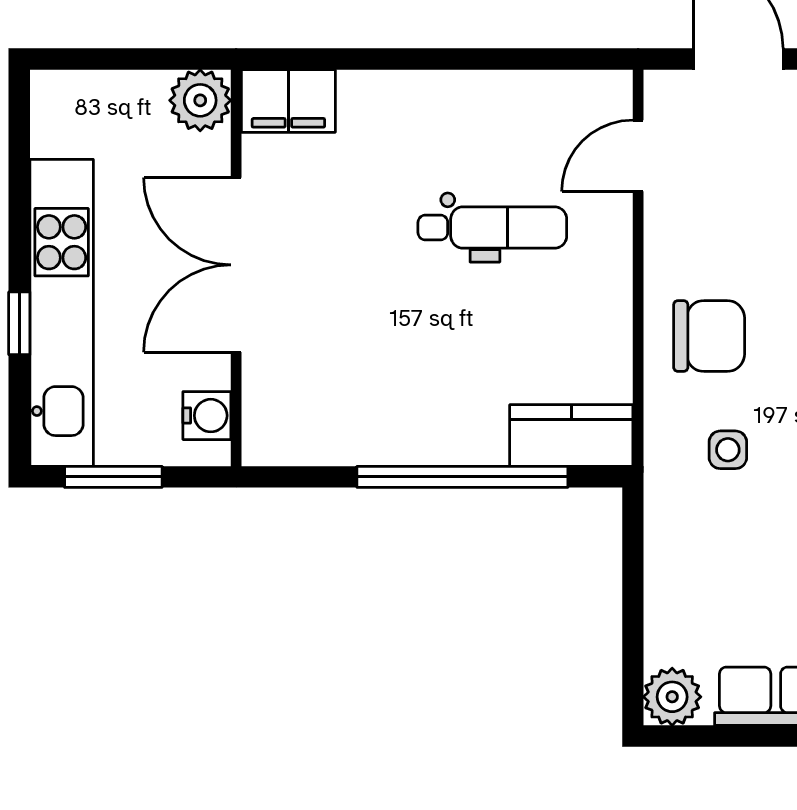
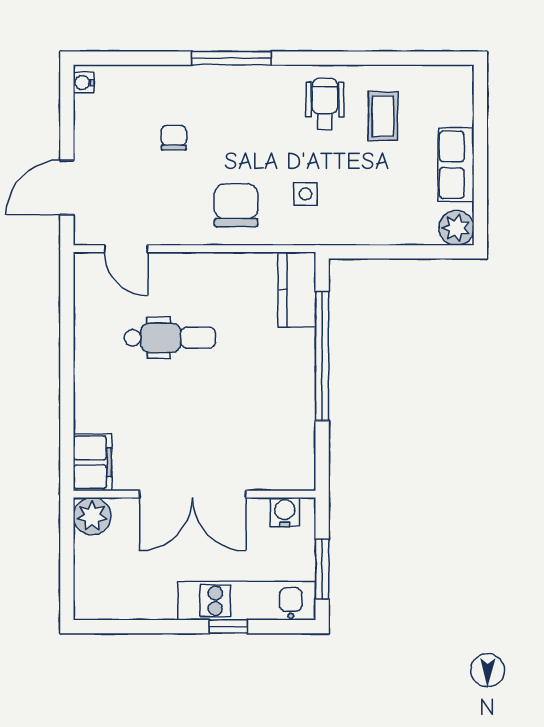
dental chair: (492, 228) -> (170, 338), turned 90
kitchen unit: (62, 313) -> (247, 601), width x0.73

